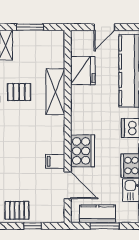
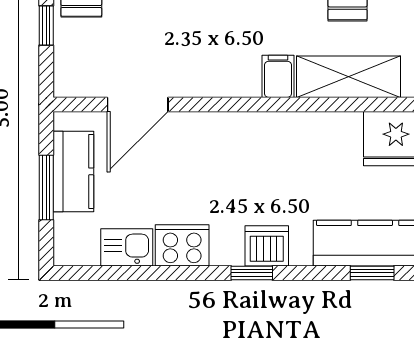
cooker: (83, 151) -> (215, 138), removed
filing cabinet: (55, 161) -> (278, 76), moved

